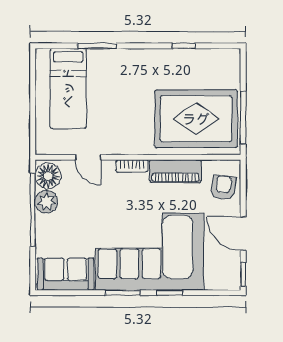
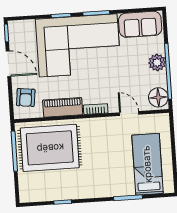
plant: (47, 202) -> (157, 63), moved

